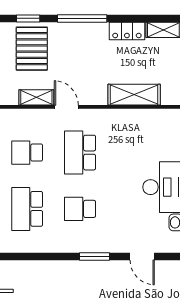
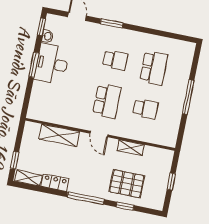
pallet: (32, 49) -> (127, 184), turned 90
door: (66, 107) -> (99, 134), moved

